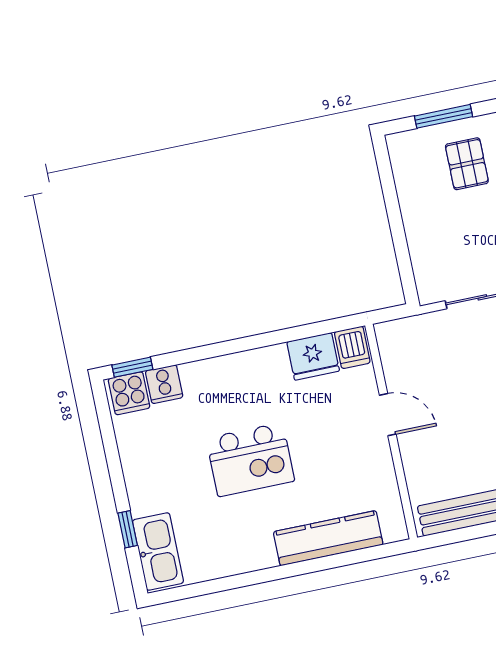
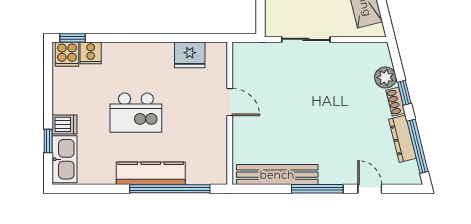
dishwasher: (352, 347) -> (65, 124), moved, turned -90
kitchen counter: (328, 538) -> (151, 173), moved
window: (325, 563) -> (170, 189), added

